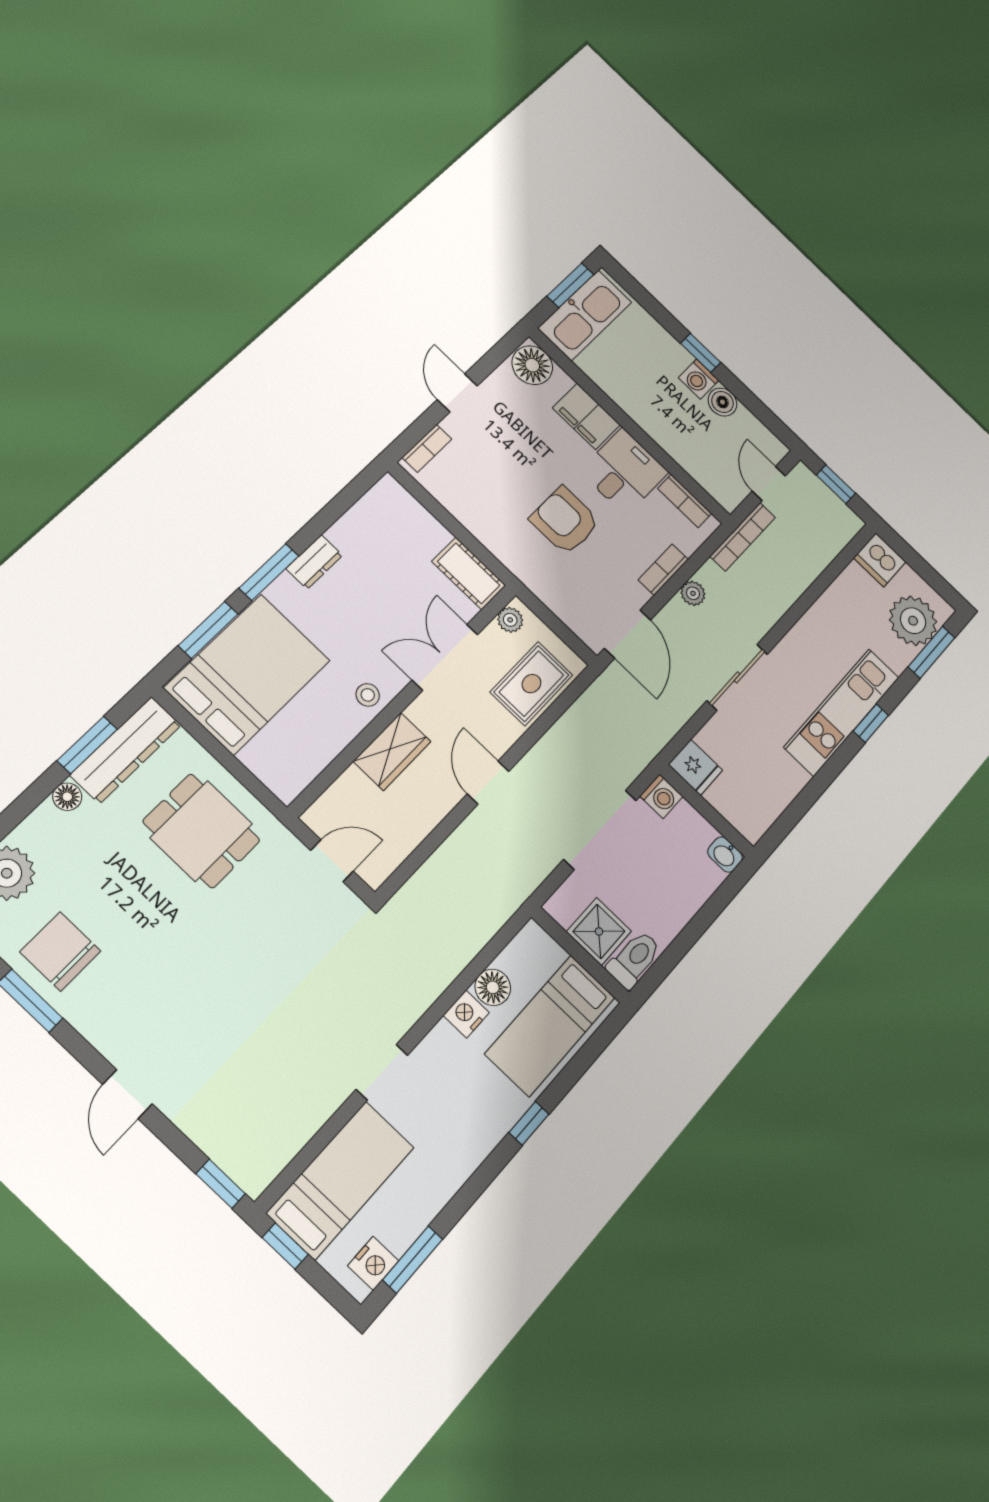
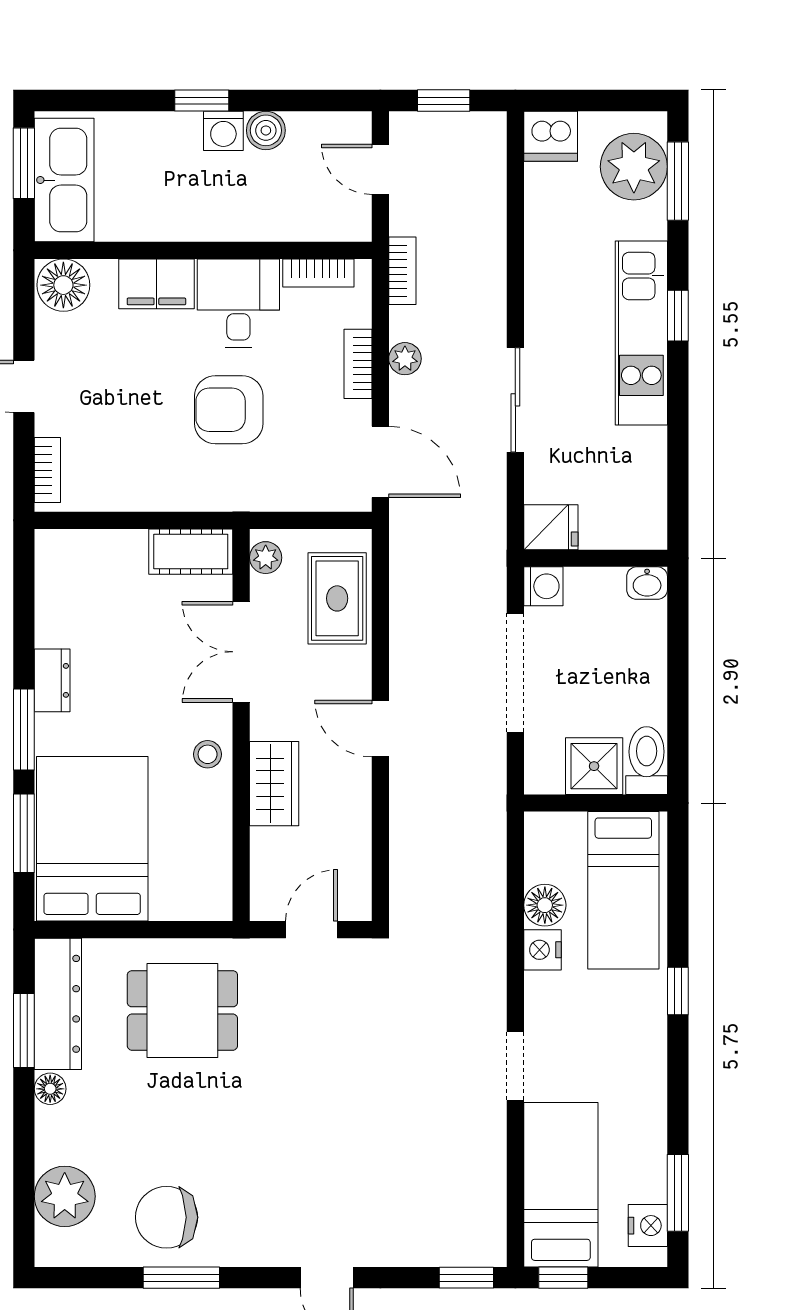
bookcase: (743, 537) -> (402, 271), width x0.64

